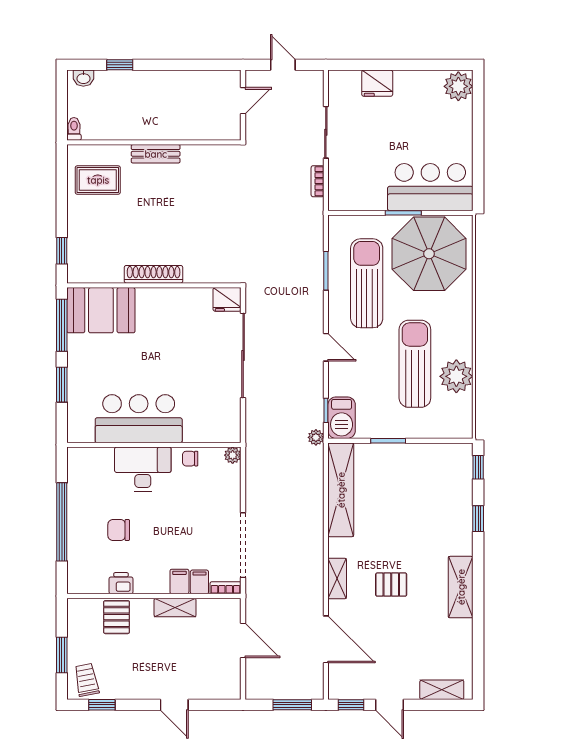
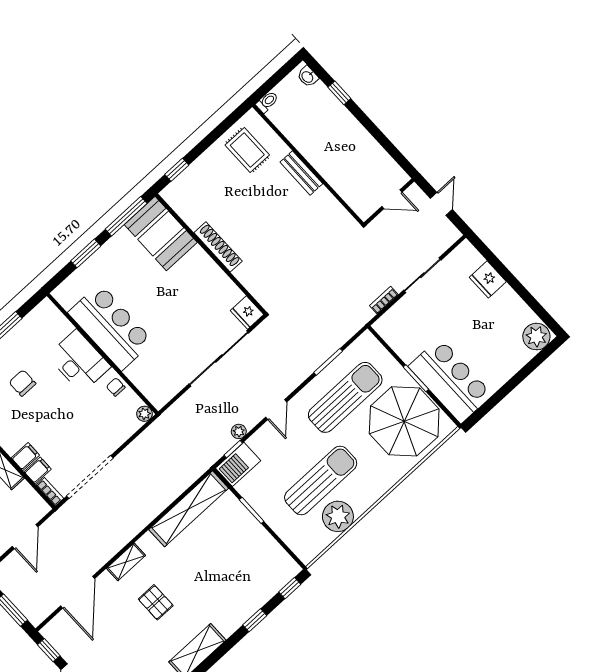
plant: (316, 437) -> (239, 431), moved

